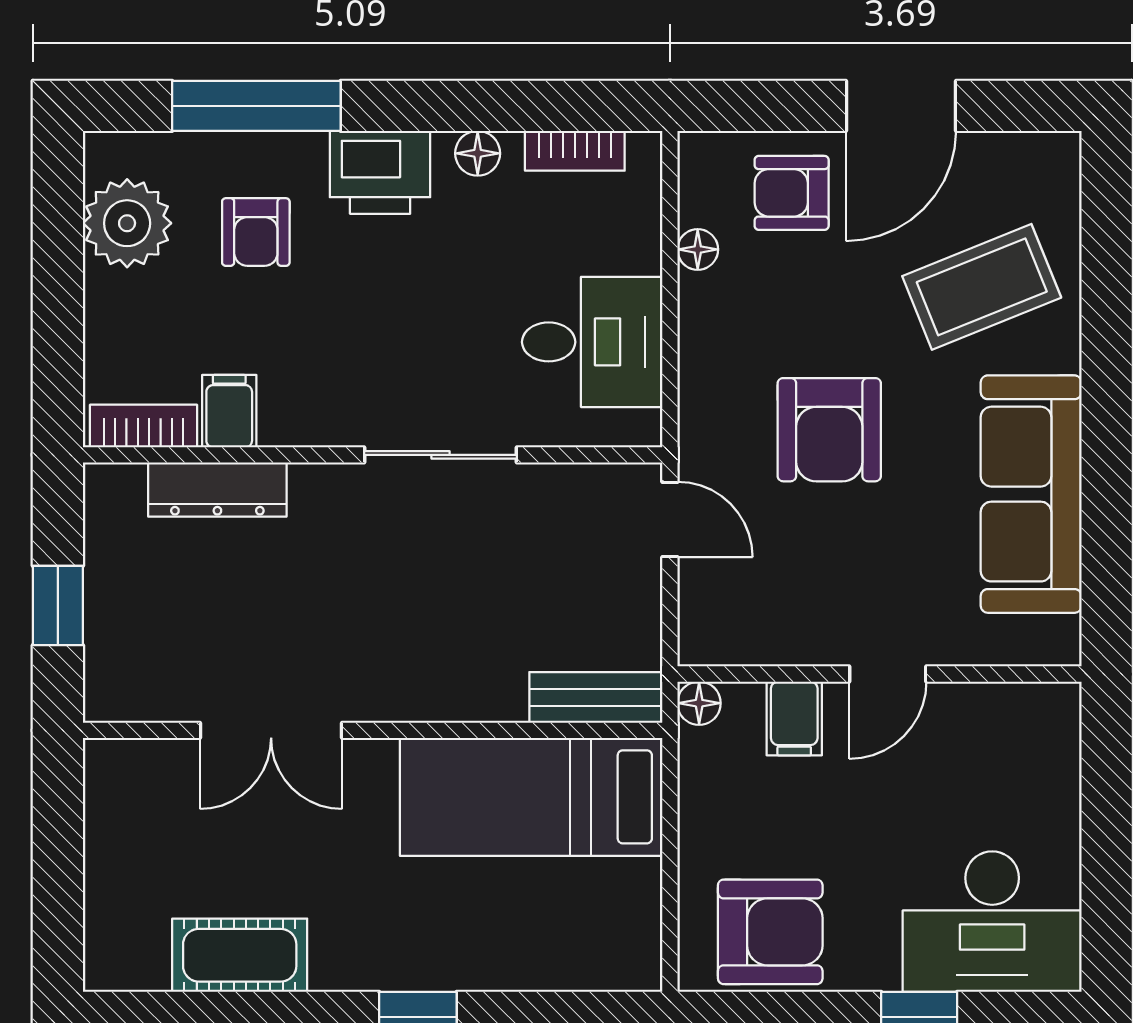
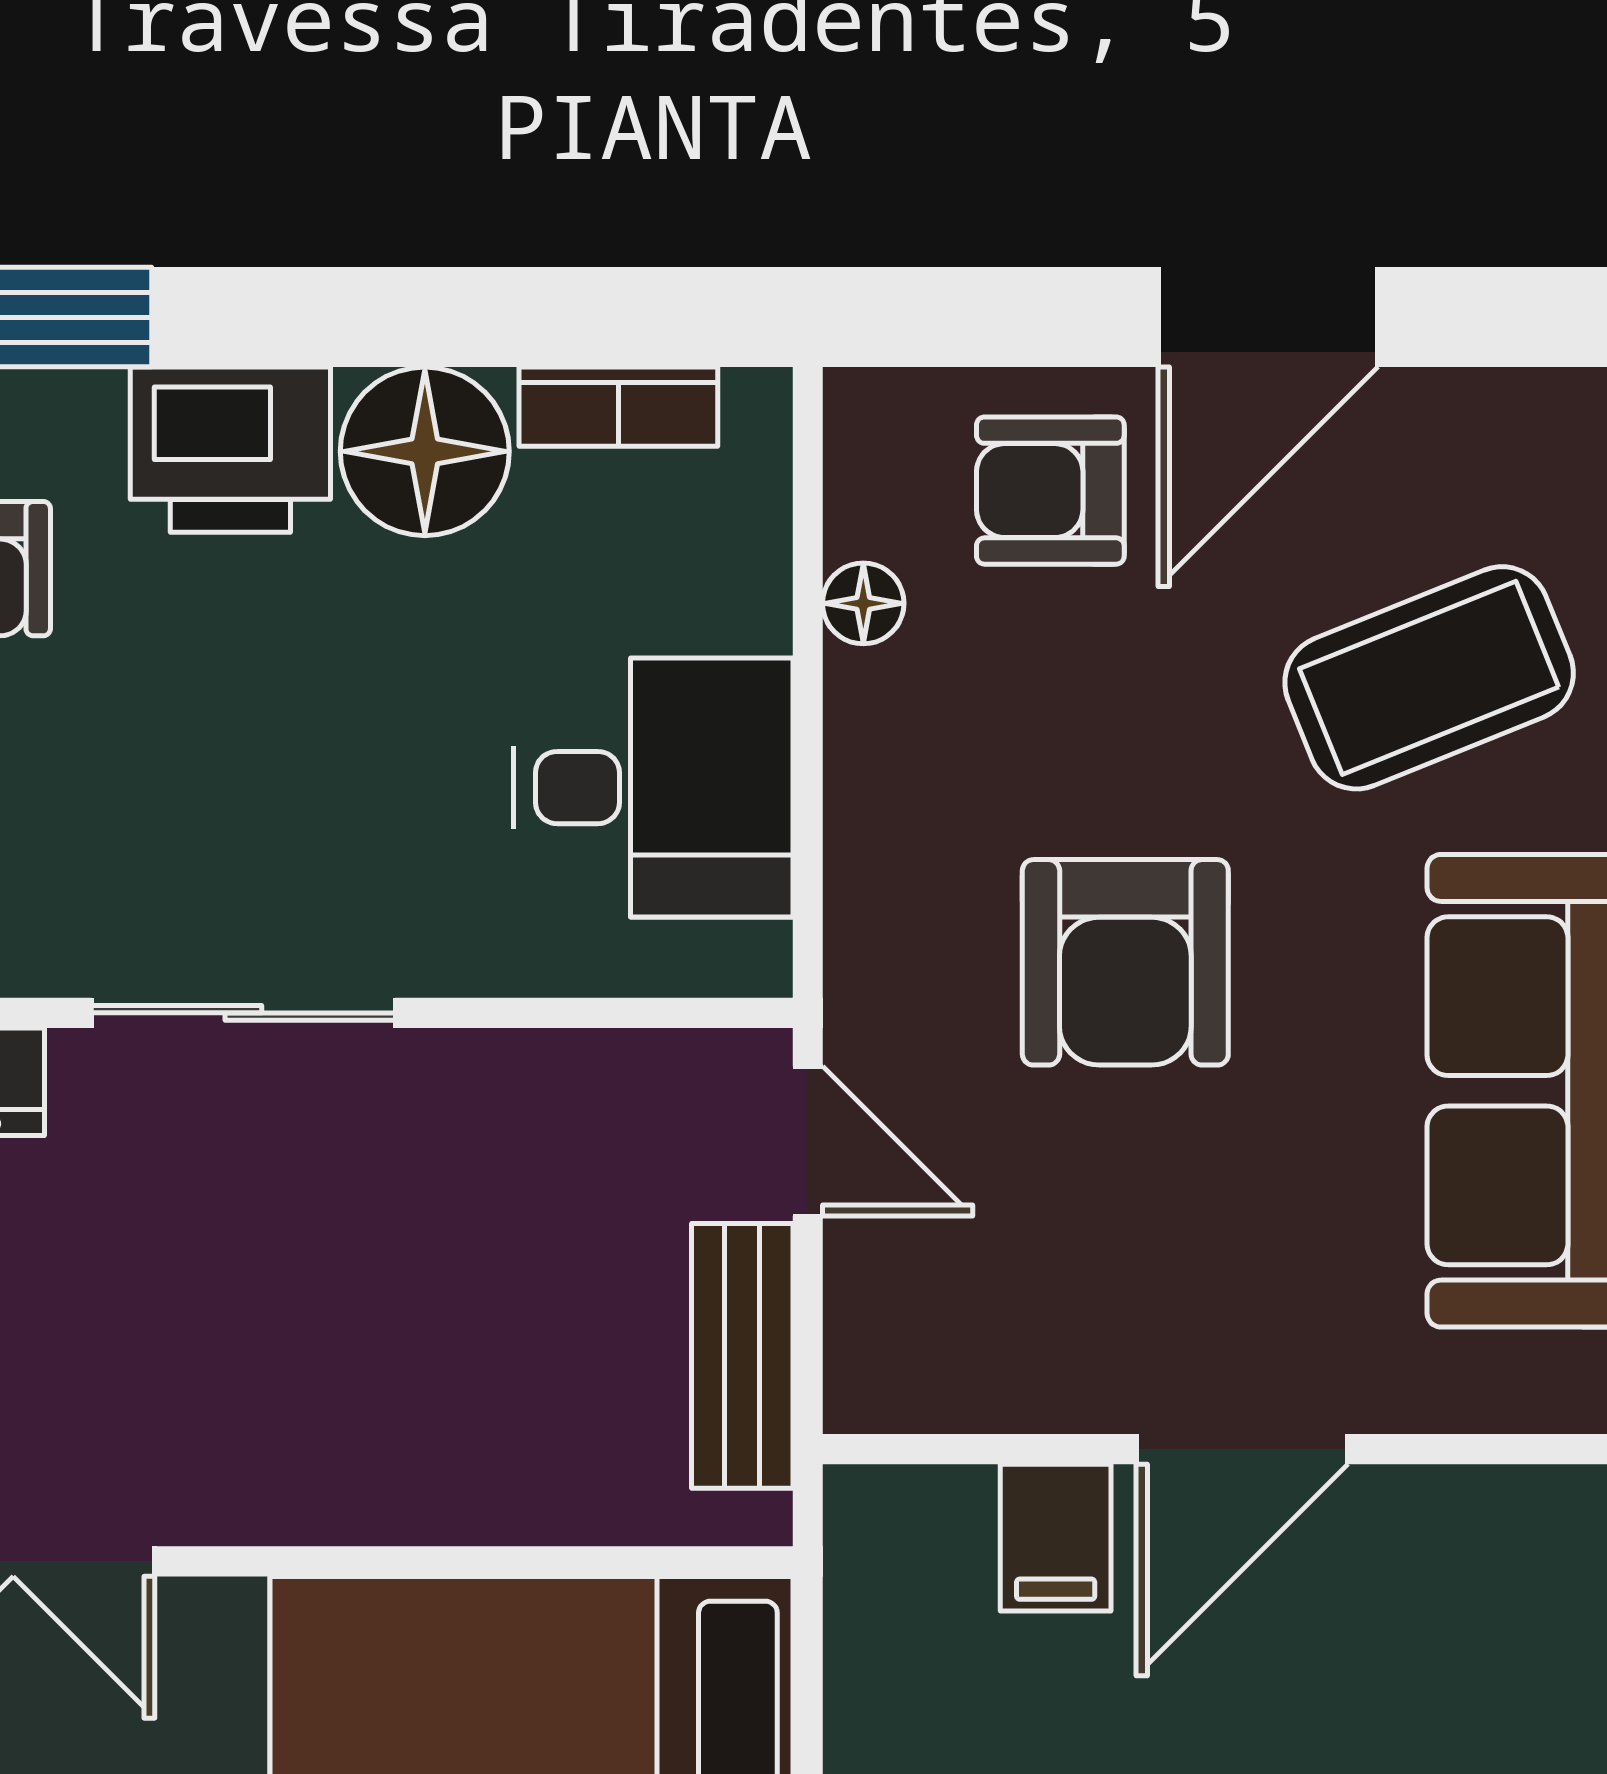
floor lamp: (478, 153) -> (425, 451), width x1.89, depth x1.89
sliding door: (441, 455) -> (243, 1013), moved
door: (888, 674) -> (1242, 1449), width x1.37
bench: (596, 697) -> (742, 1356), moved, turned 90
floor lamp: (699, 703) -> (866, 1507), removed

